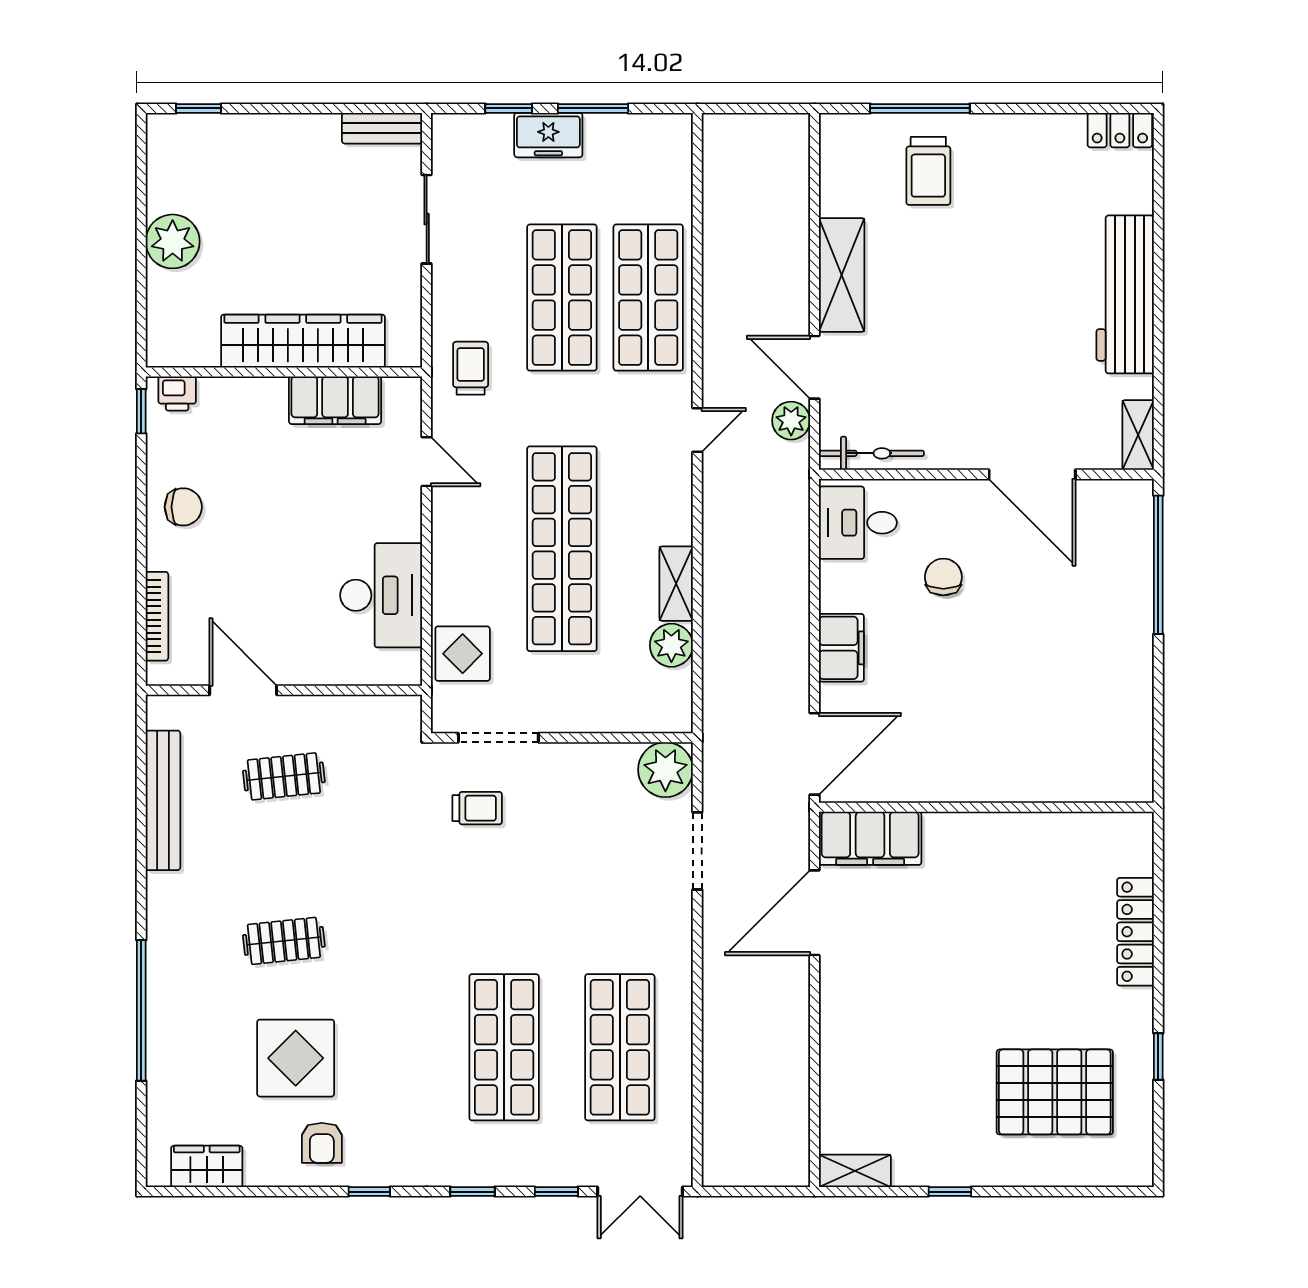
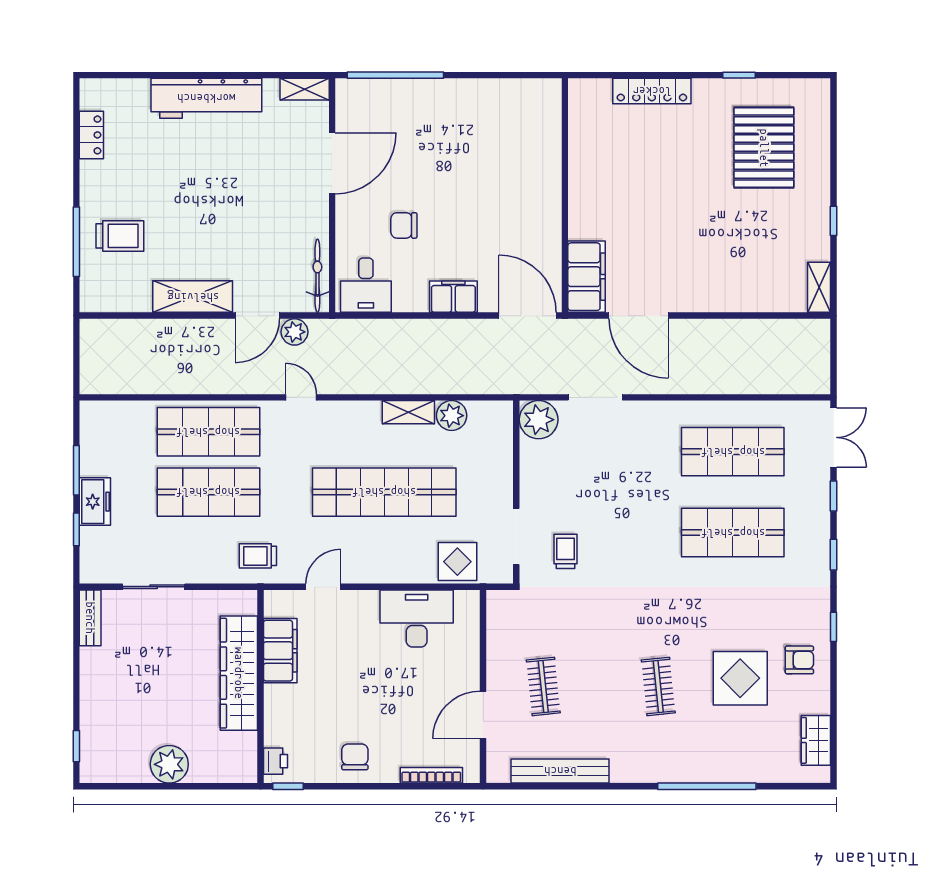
locker: (1120, 130) -> (91, 135), moved

